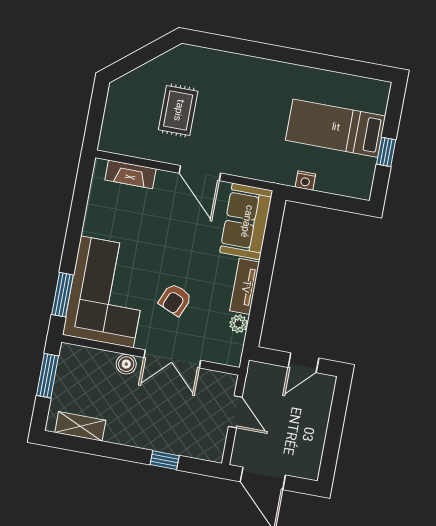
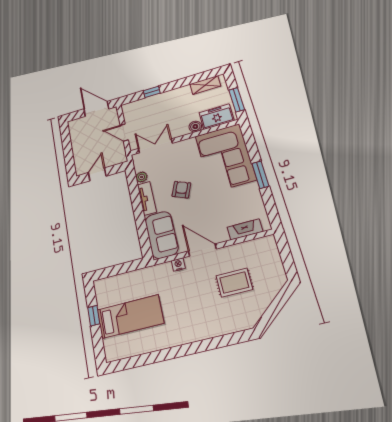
rug: (178, 110) -> (234, 283), turned 90
nightstand: (305, 180) -> (178, 264), moved
window: (63, 295) -> (260, 175), moved
armchair: (175, 300) -> (181, 190), moved
double door: (172, 359) -> (155, 146), moved
freezer: (89, 364) -> (217, 117), added

